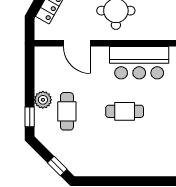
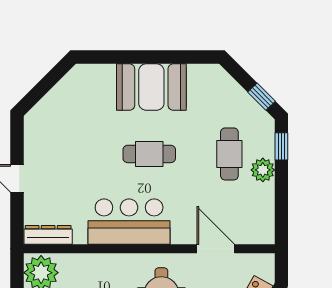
booth: (123, 159) -> (151, 87), added
window: (57, 166) -> (262, 97), moved

